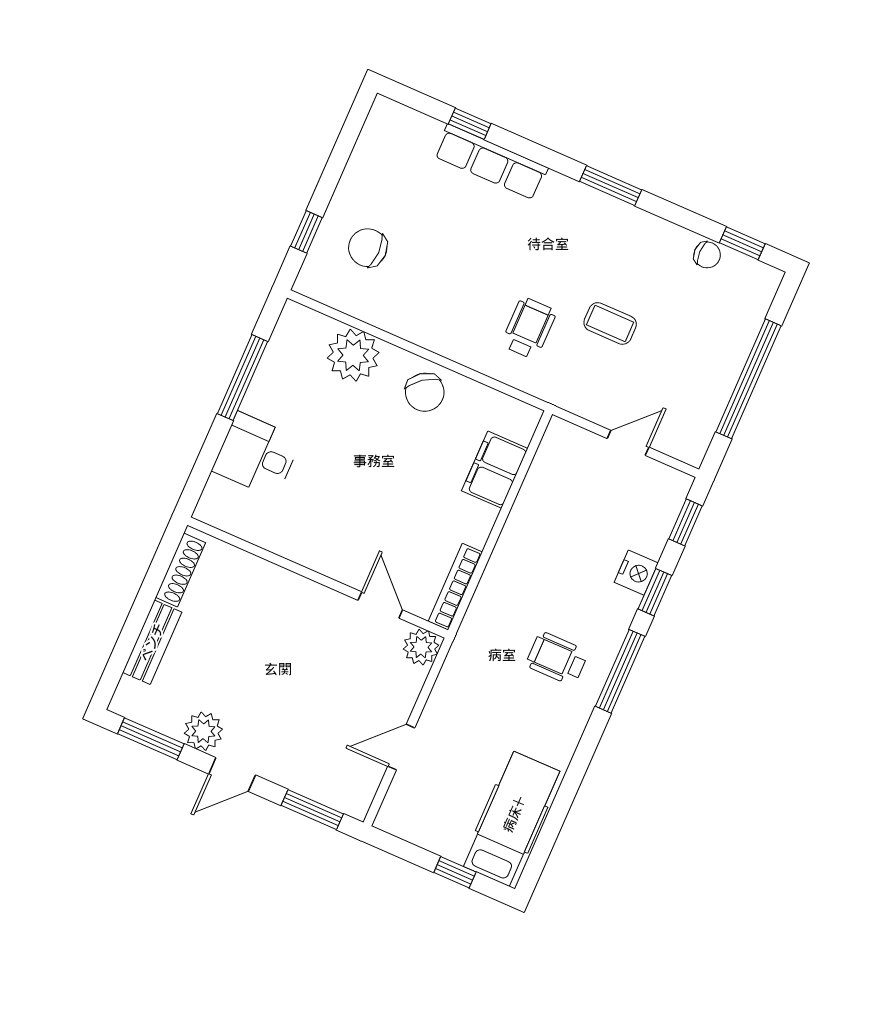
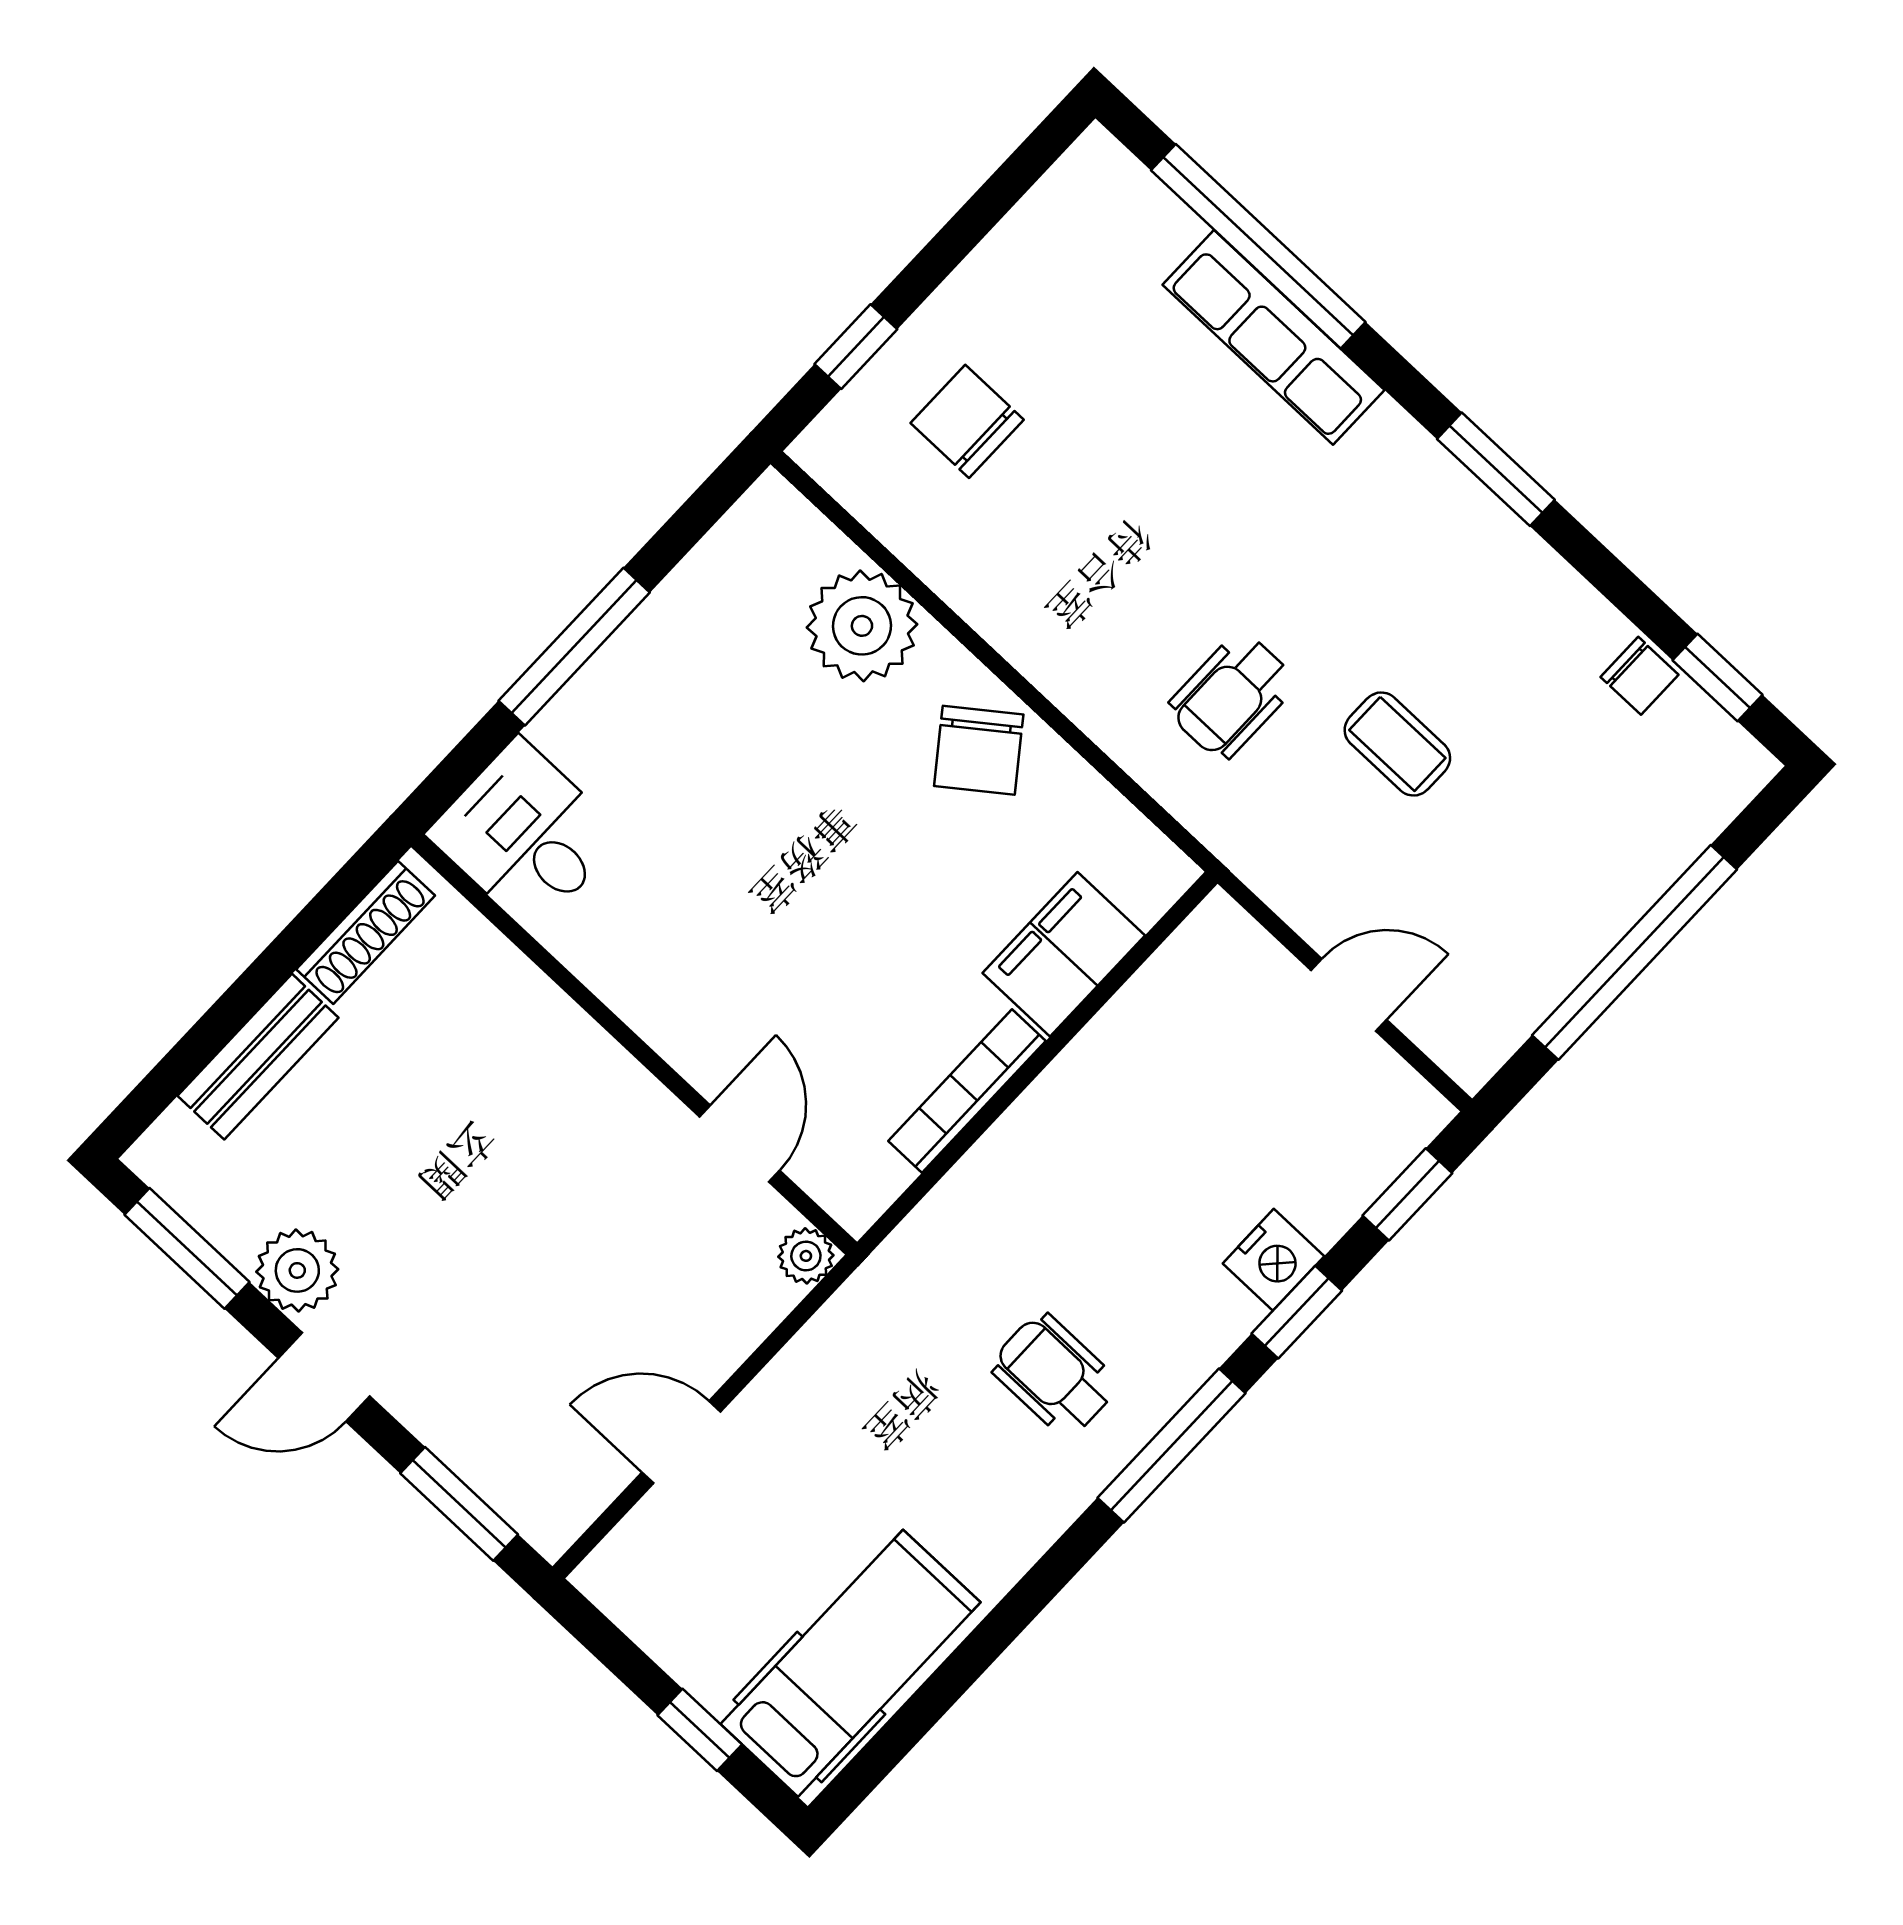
window: (470, 124) -> (1258, 246), width x3.17
wheelchair: (529, 328) -> (1232, 696), turned 180
window: (243, 378) -> (574, 647), moved
desk: (257, 455) -> (525, 835), moved
bookcase: (455, 587) -> (967, 1091), moved
plant: (421, 647) -> (806, 1256), width x0.73, depth x0.73

